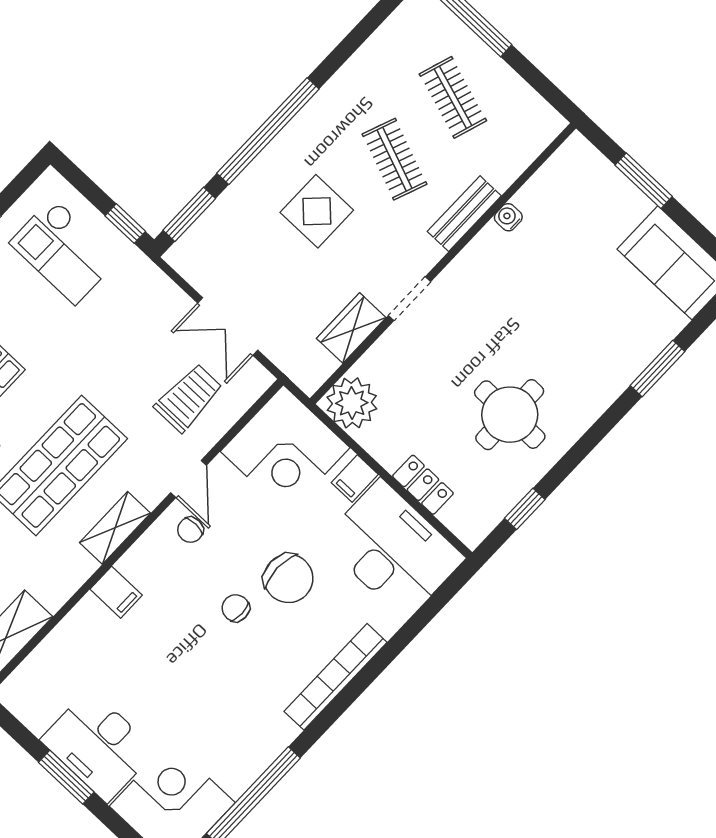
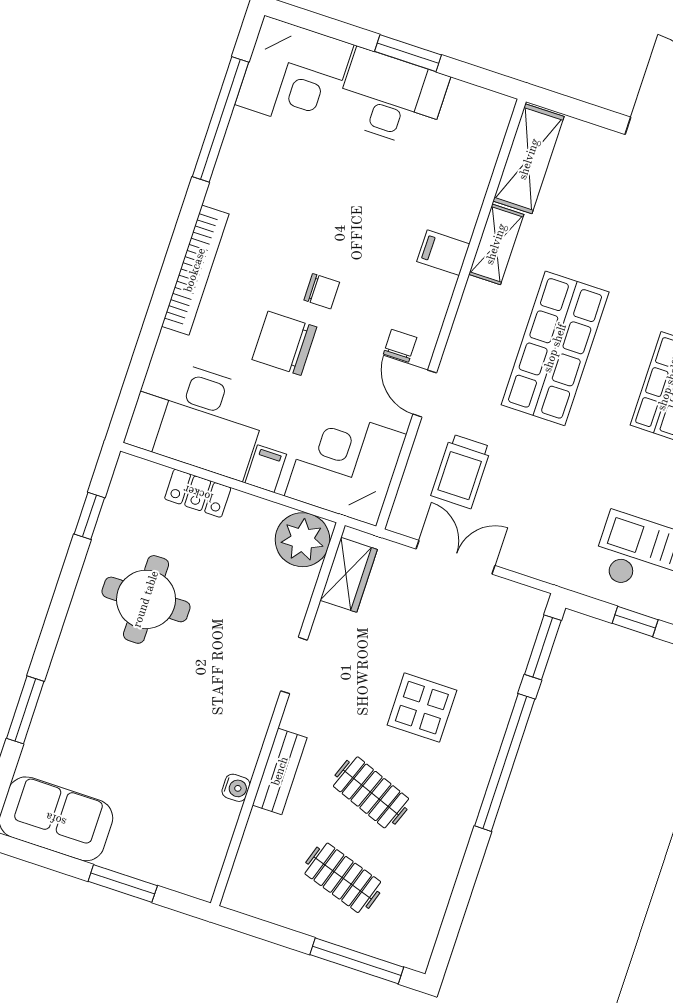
window: (125, 224) -> (635, 621), moved
wardrobe: (351, 328) -> (349, 575), moved
shelving: (115, 528) -> (496, 244), moved

